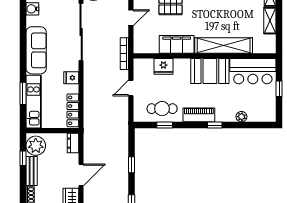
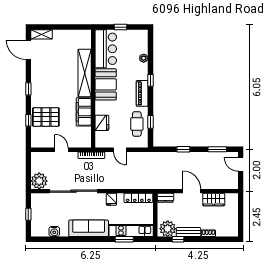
shelving: (270, 21) -> (64, 35), removed

